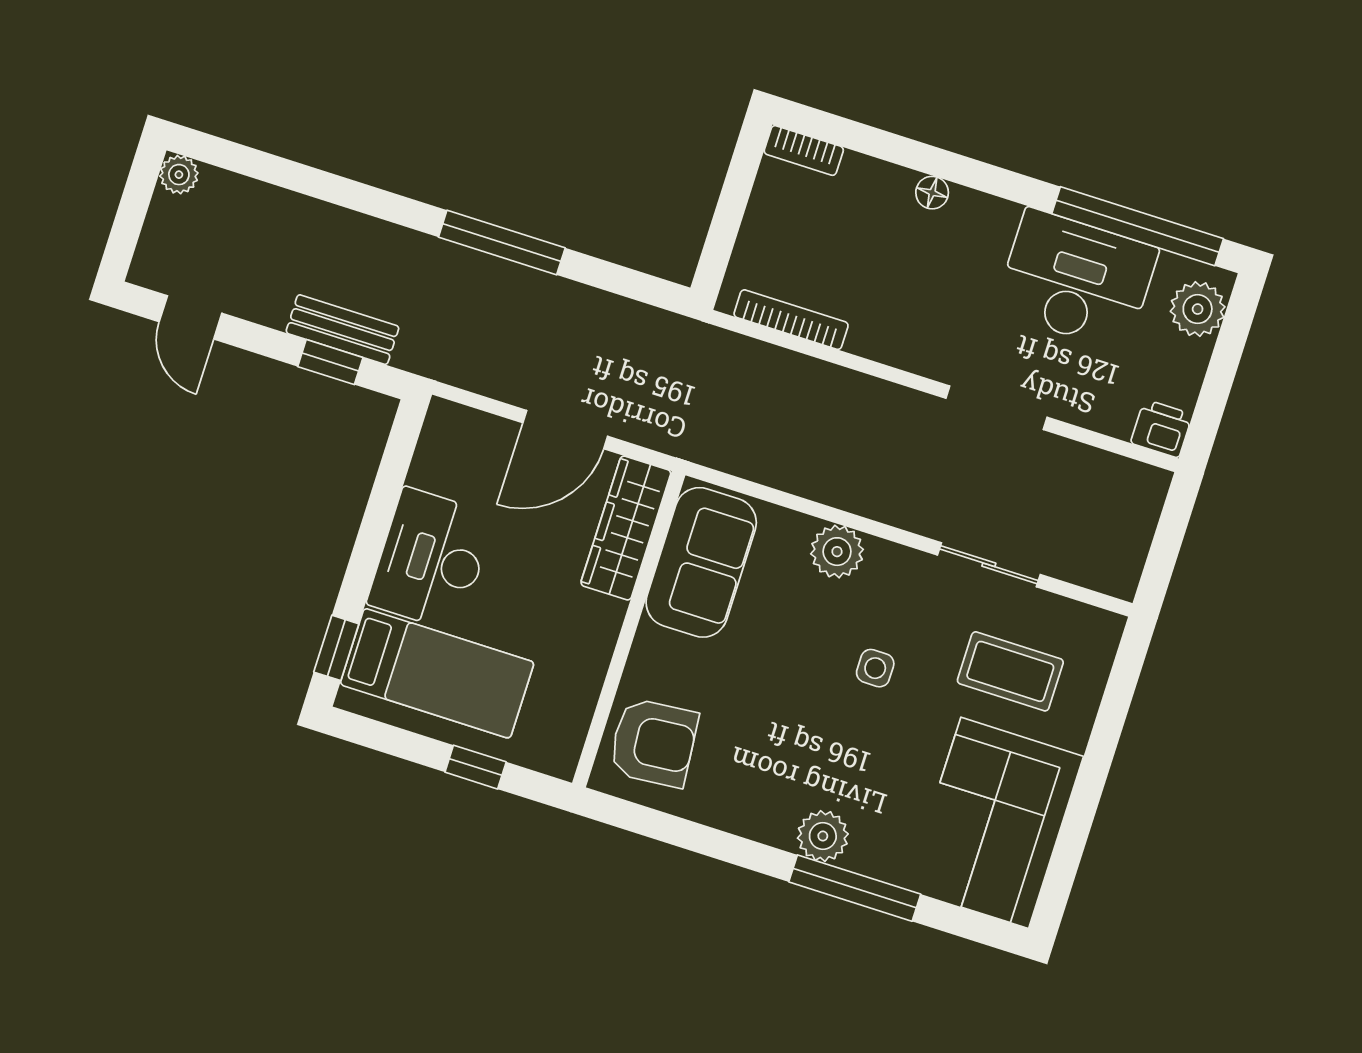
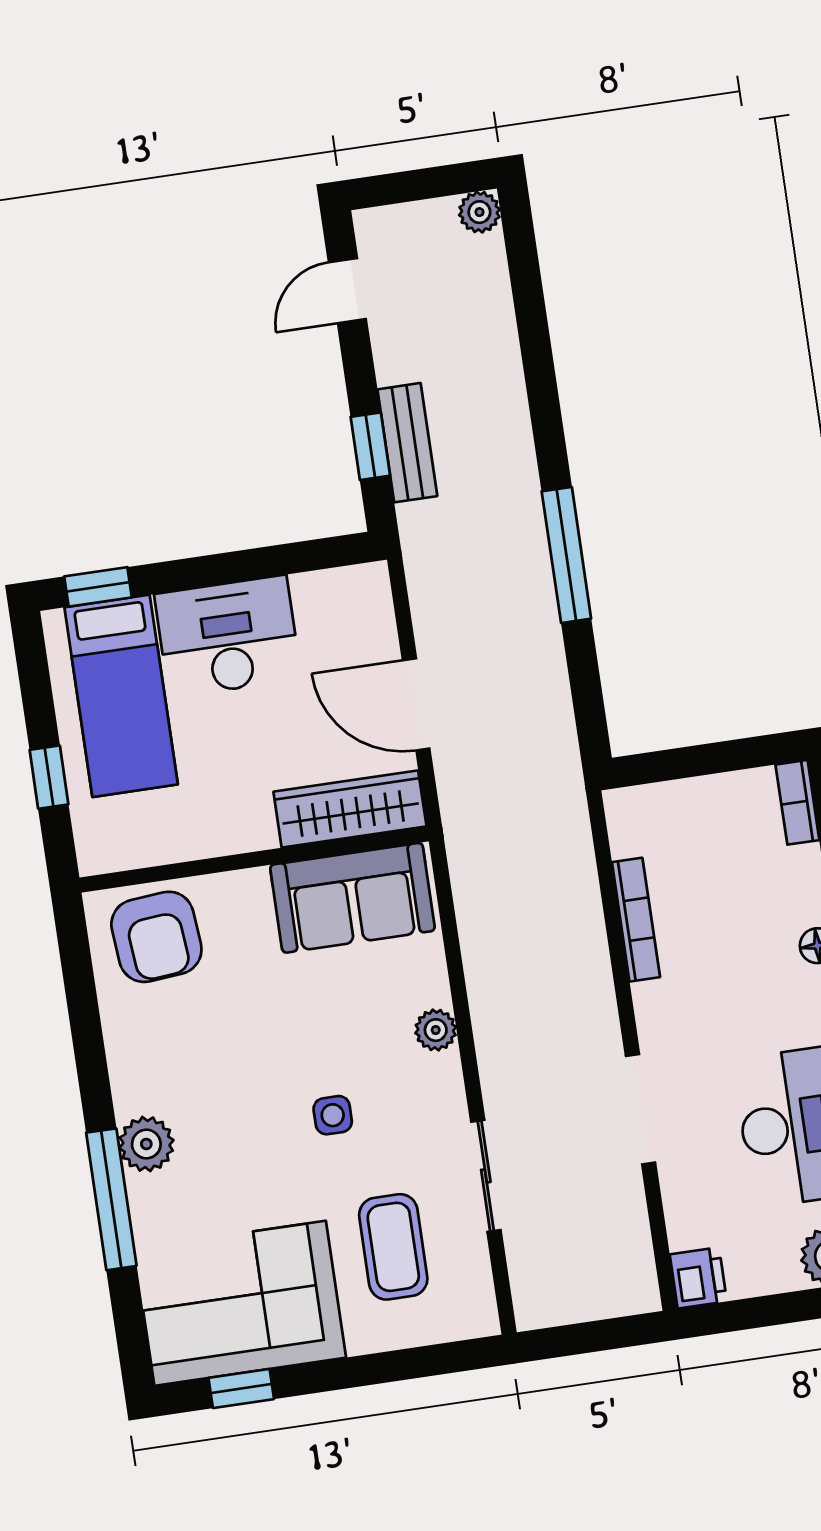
bookcase: (791, 320) -> (636, 920), moved
plant: (837, 552) -> (436, 1030), width x0.73, depth x0.73
window: (1067, 857) -> (241, 1388), added

